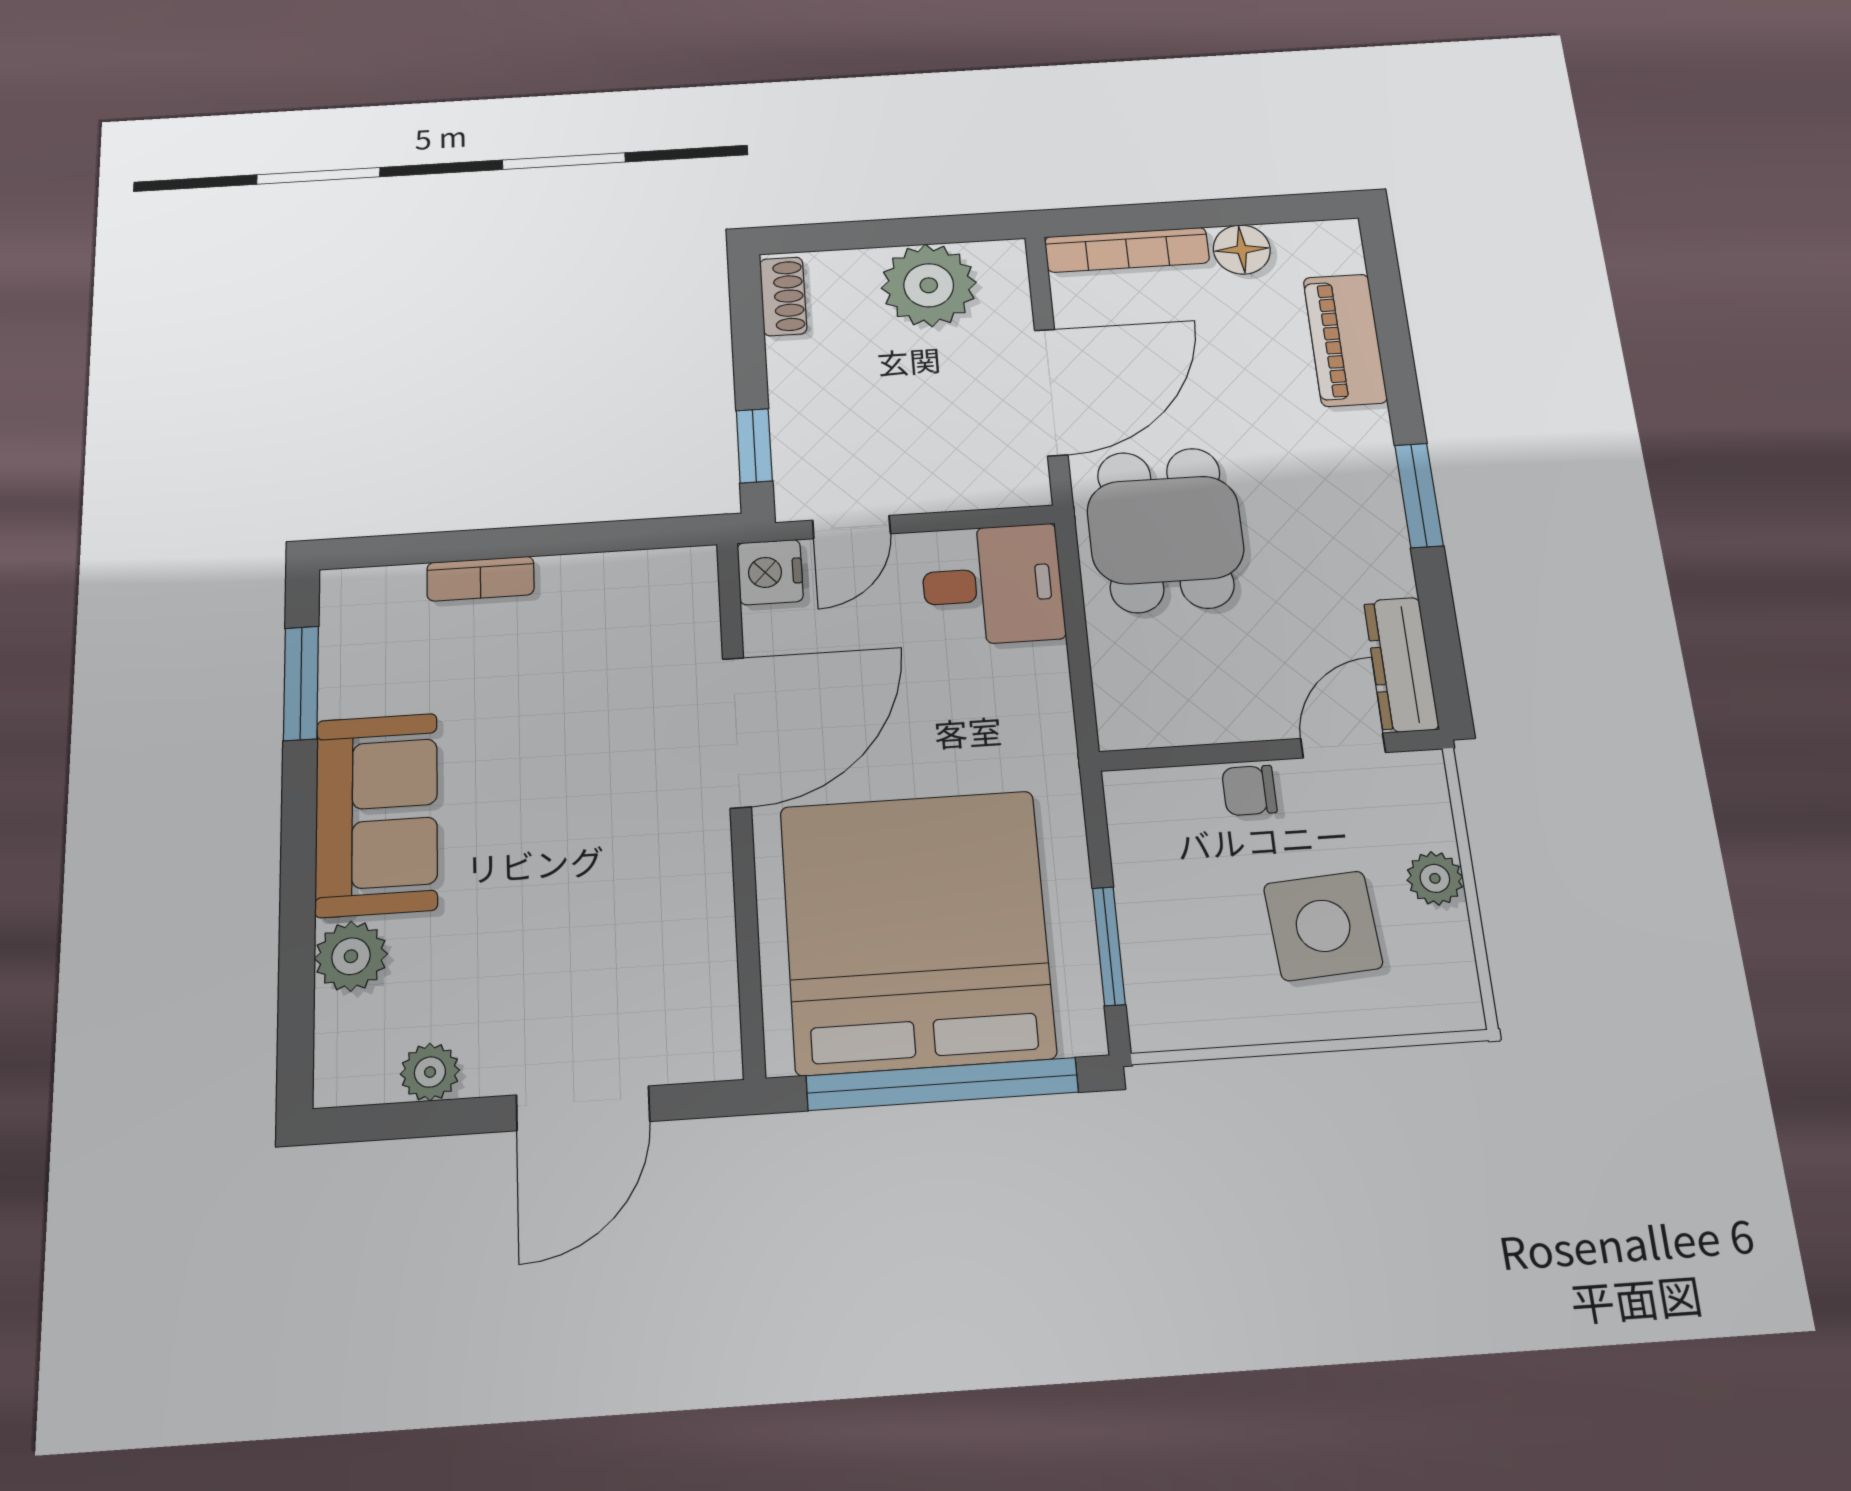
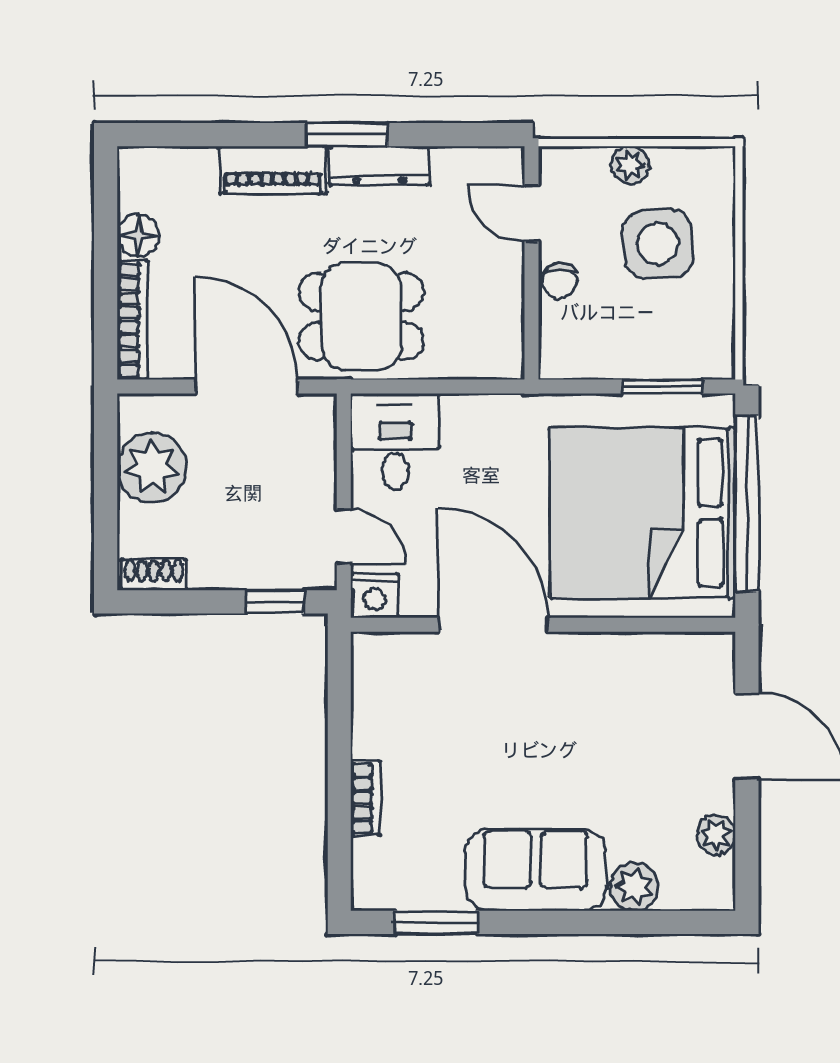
piano: (1345, 340) -> (273, 170), moved
dresser: (1401, 665) -> (379, 165), moved

